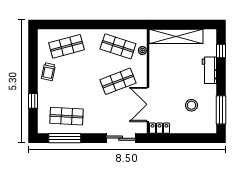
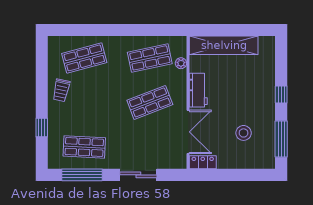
shop shelf: (118, 46) -> (150, 58), turned -30
window: (221, 51) -> (281, 94), moved
workbench: (209, 70) -> (198, 90), moved, turned 180
double door: (148, 104) -> (188, 132), swing flipped
sliding door: (121, 138) -> (138, 175), moved

